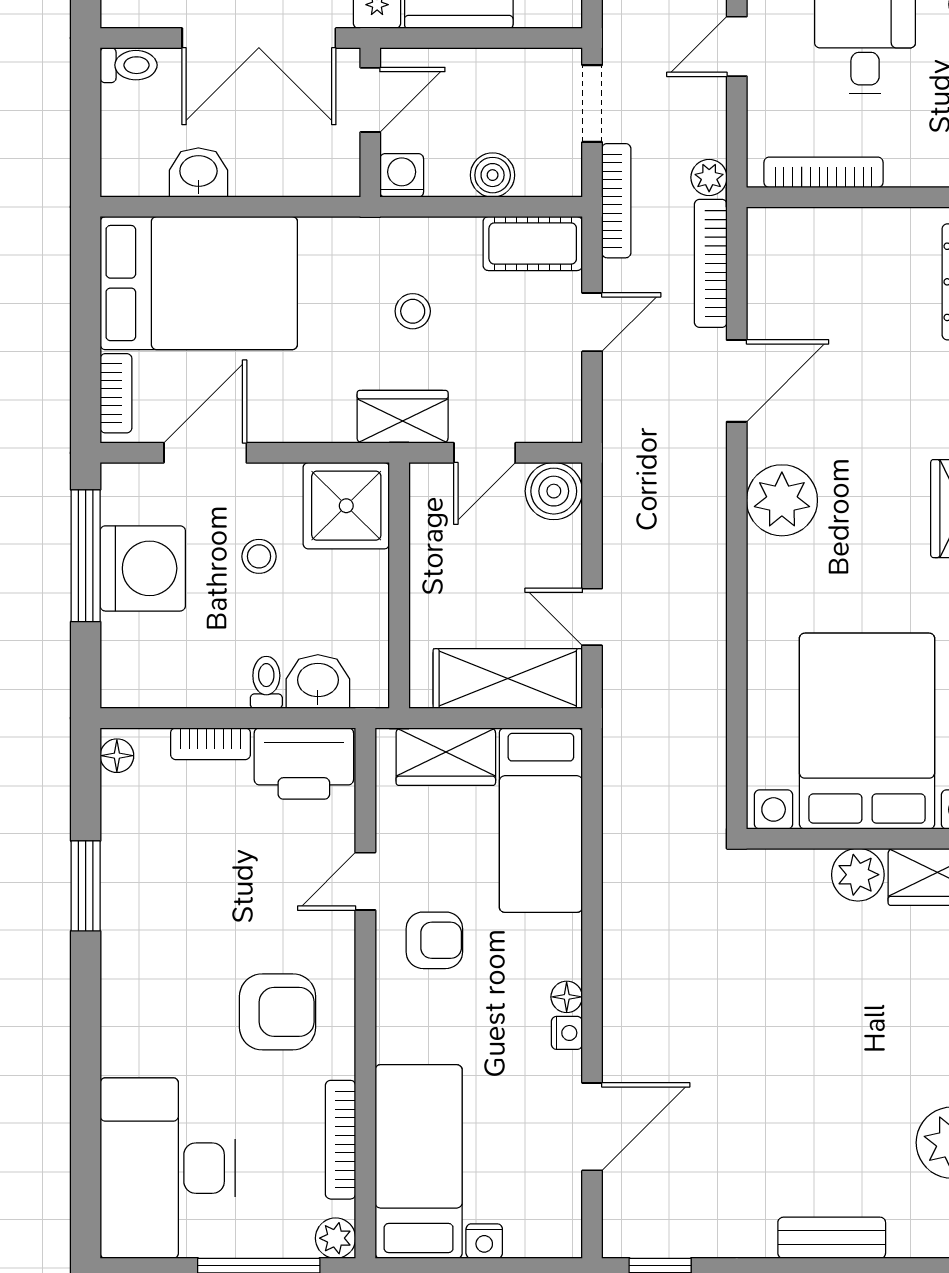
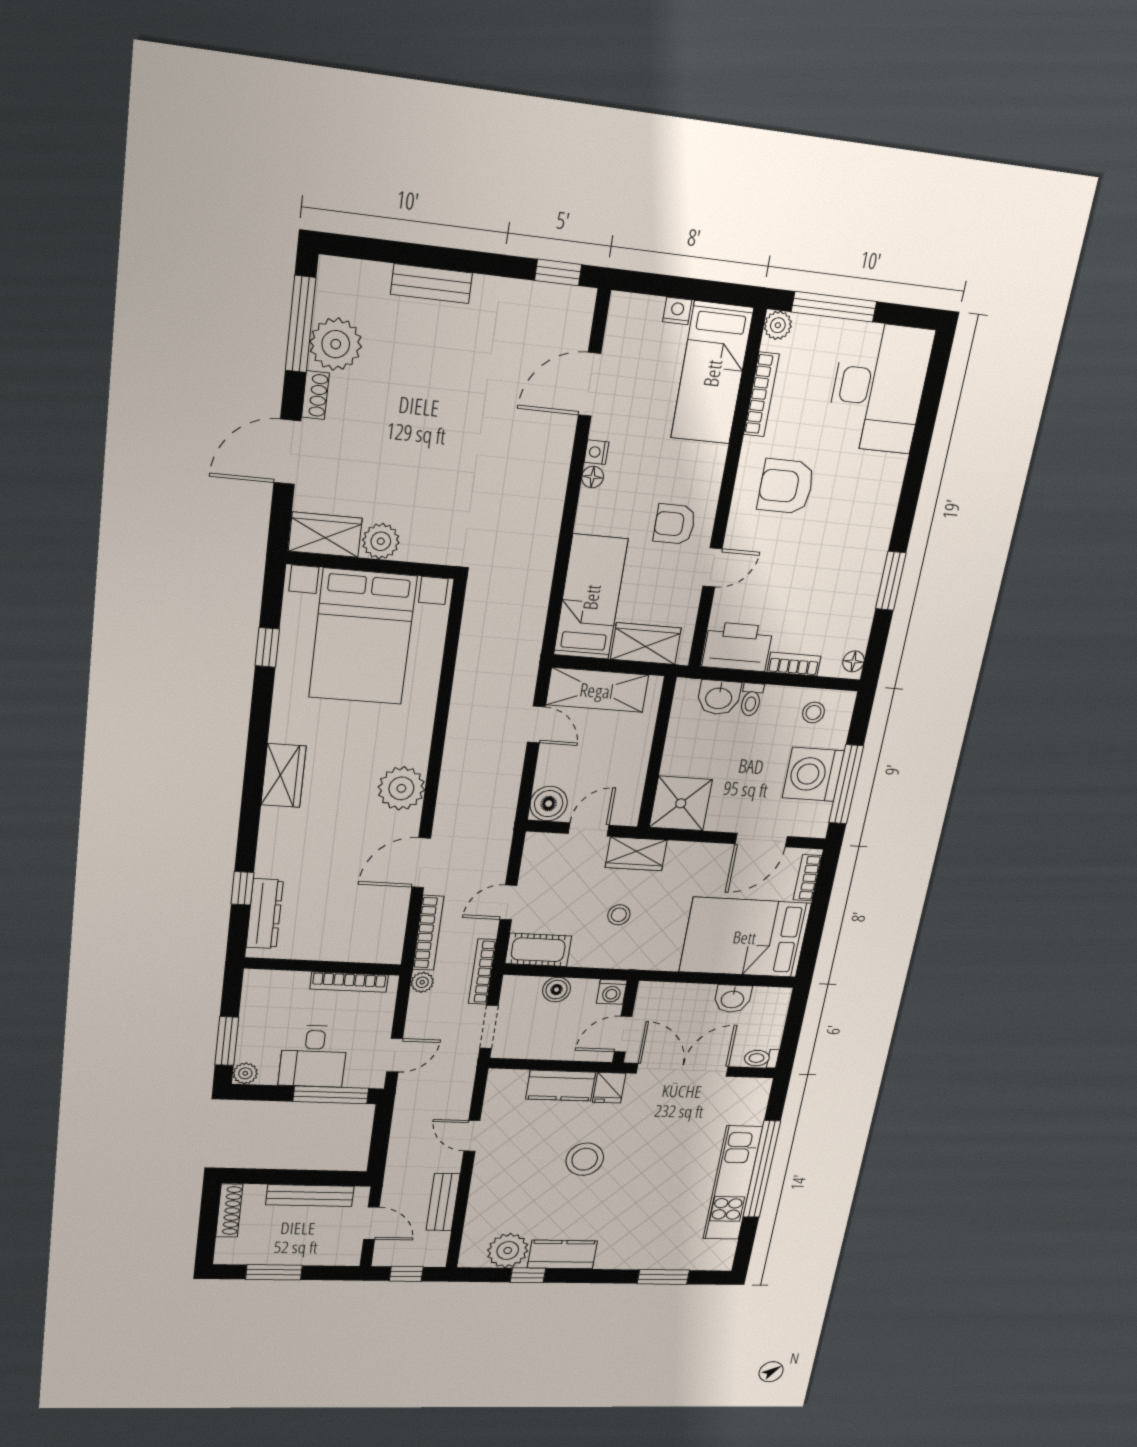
stool: (259, 556) -> (813, 712), moved

